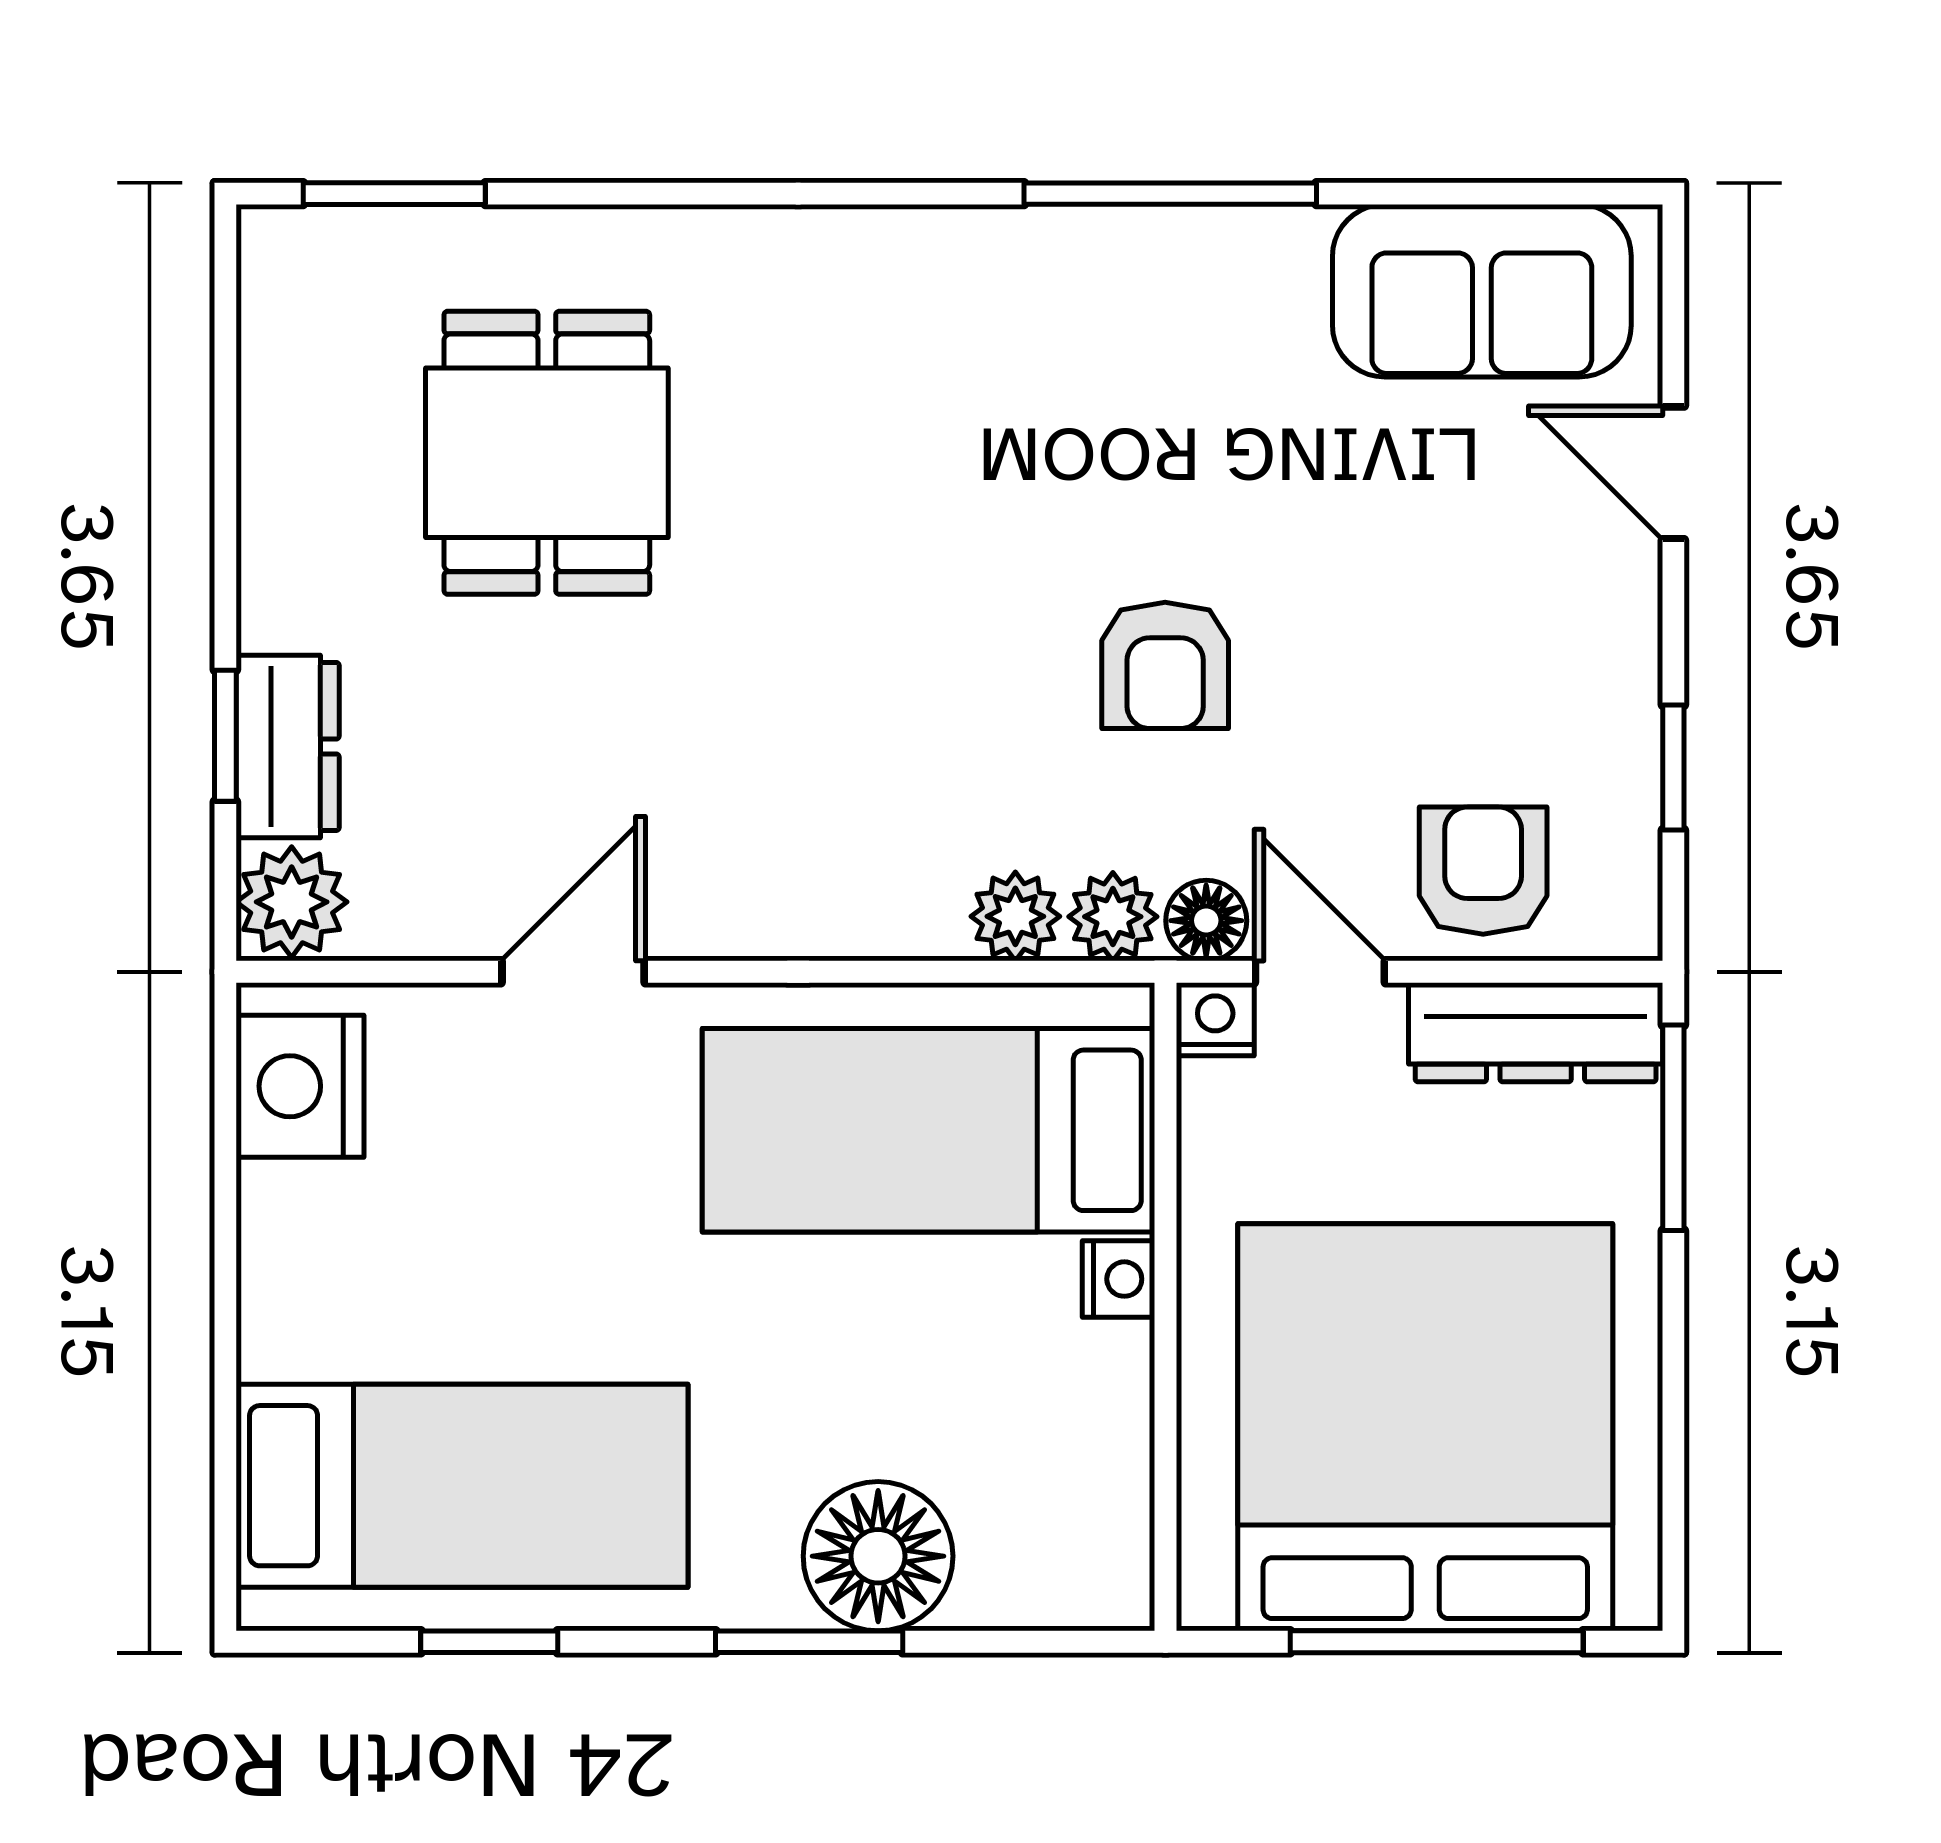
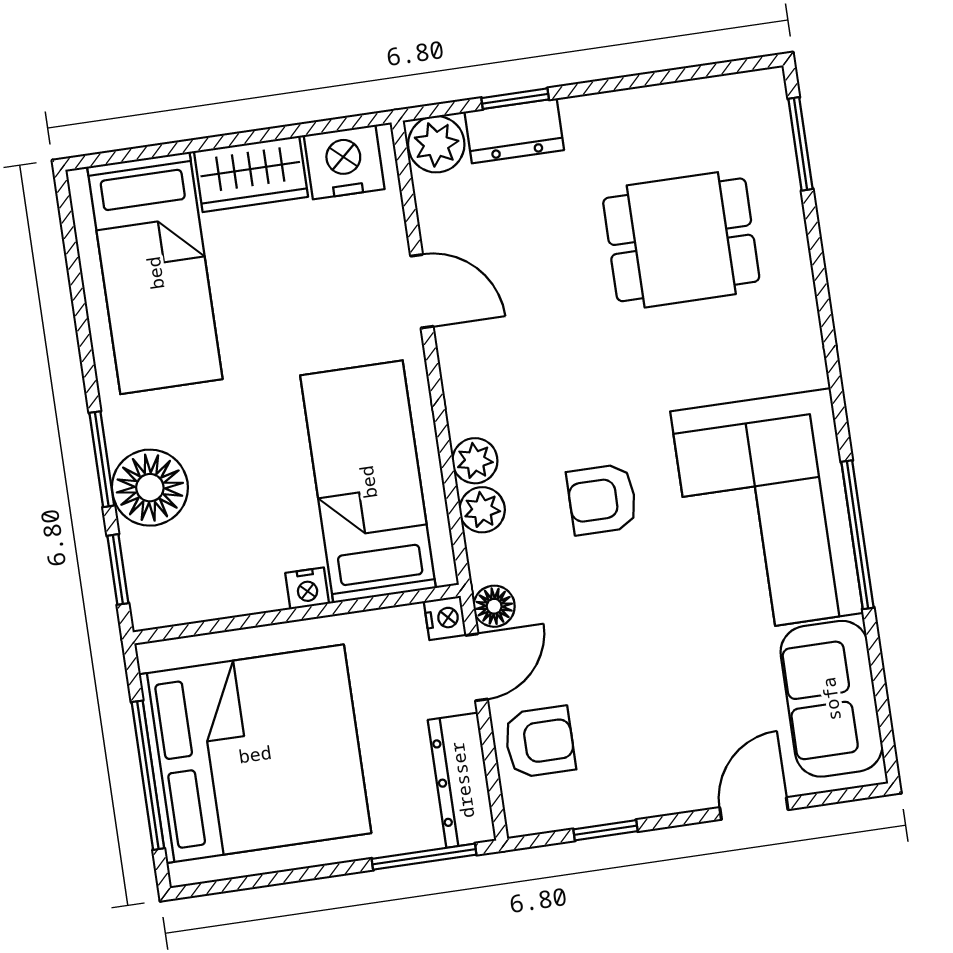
corner sofa: (1101, 364) -> (767, 512), added
armchair: (1165, 665) -> (602, 499), moved
plant: (1113, 917) -> (475, 461), moved
wardrobe: (297, 1271) -> (251, 174), added
window: (489, 1642) -> (118, 569), moved

